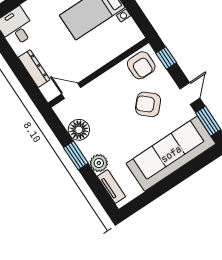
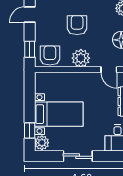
plant: (108, 84) -> (81, 58), added
armchair: (148, 104) -> (77, 25), moved, turned -132

